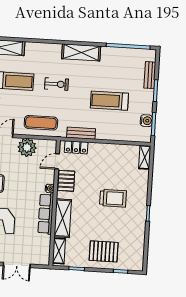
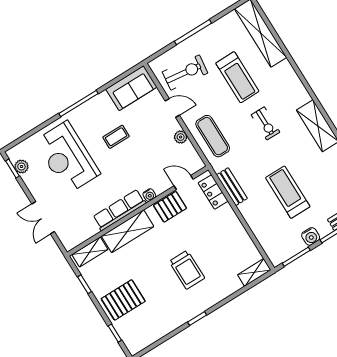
water cooler: (146, 121) -> (311, 236), moved
plant: (27, 148) -> (181, 137), width x0.53, depth x0.53
pallet: (104, 251) -> (123, 300), turned 90

